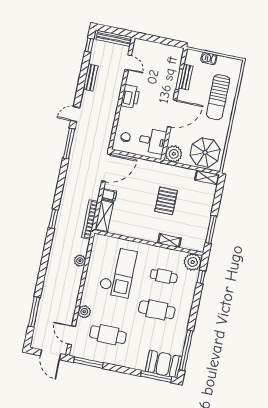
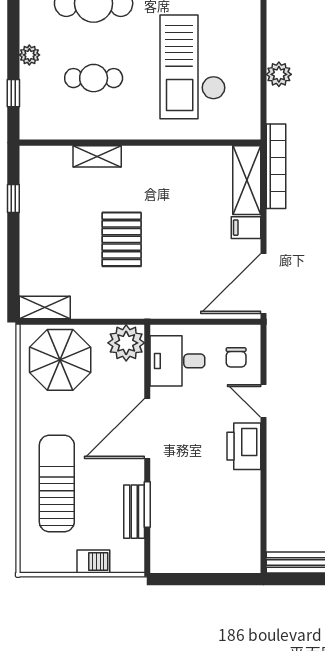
door: (128, 62) -> (264, 401), moved
window: (211, 229) -> (13, 198), width x0.46
plant: (193, 262) -> (29, 55), moved, width x0.53, depth x0.53

